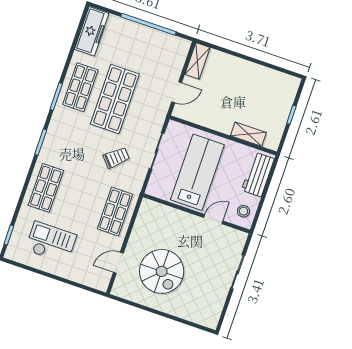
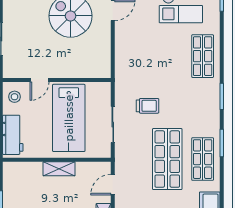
shelving: (248, 134) -> (59, 169), moved
trolley: (116, 158) -> (148, 106), turned -138
shop shelf: (115, 212) -> (132, 56), removed

